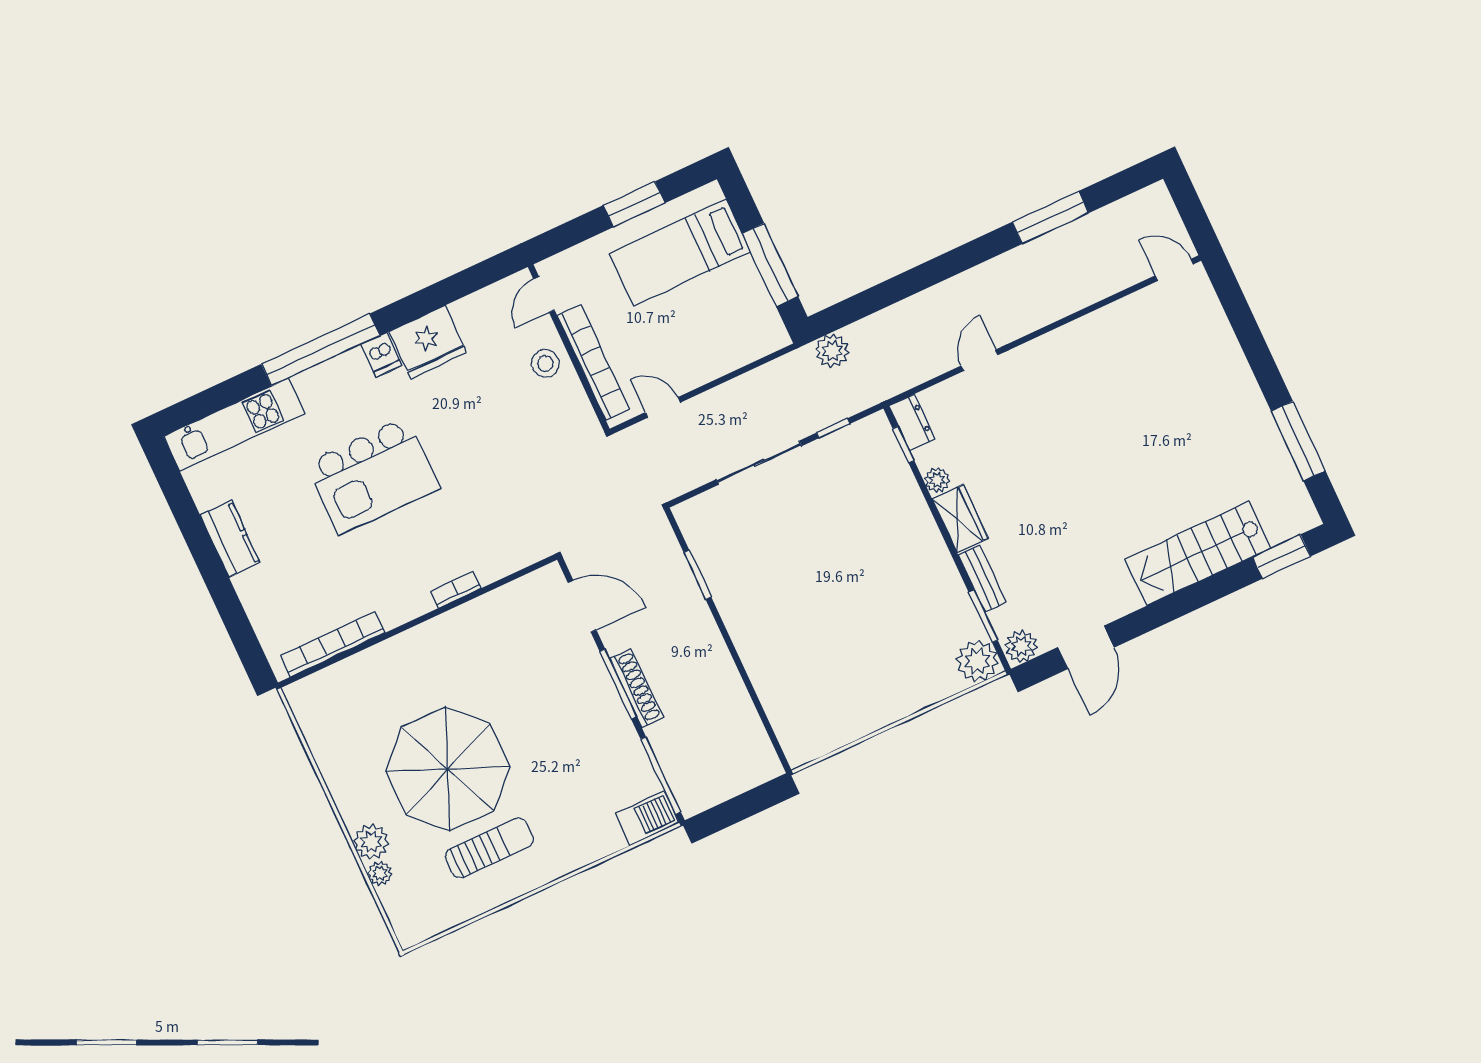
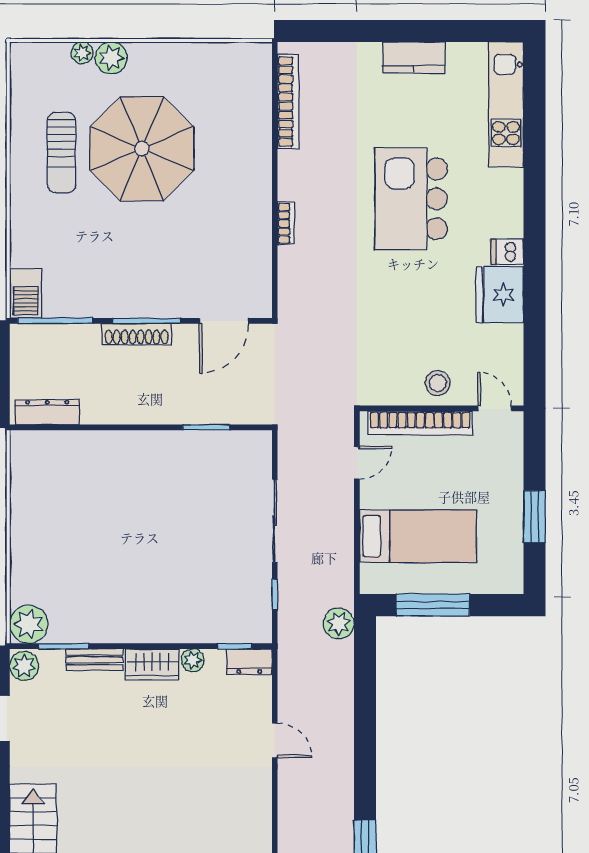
bed: (680, 253) -> (418, 536), moved, turned 90
window: (321, 350) -> (534, 204), removed
dresser: (756, 741) -> (47, 412), added

